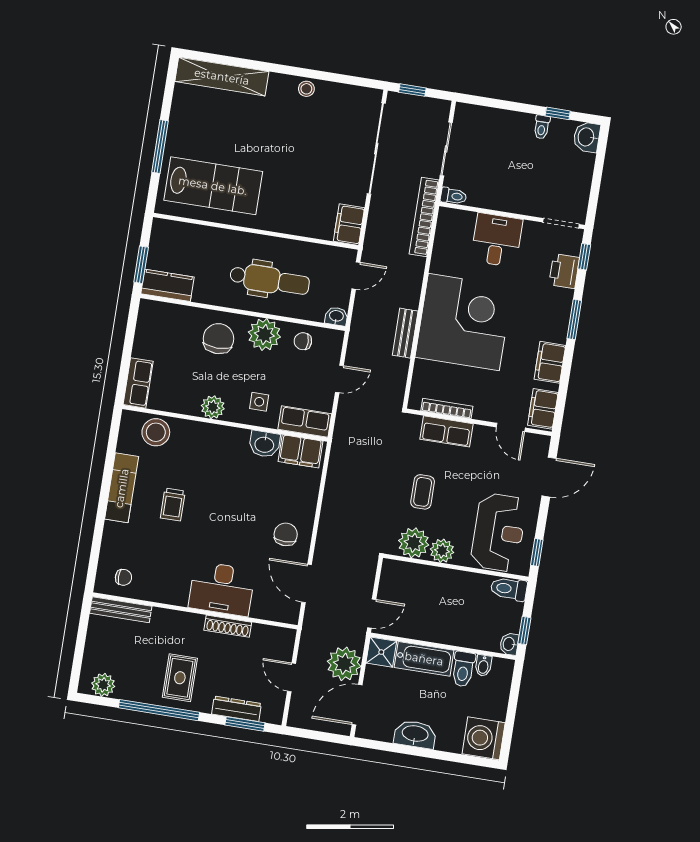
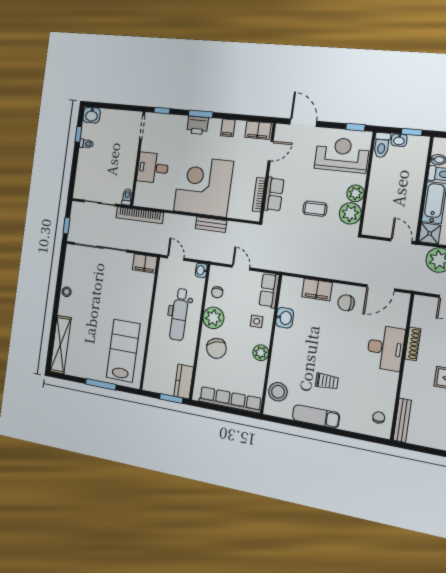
printer: (564, 271) -> (198, 125), moved
dental chair: (270, 280) -> (179, 314), turned 180
chair: (218, 339) -> (216, 348), turned -107
filing cabinet: (550, 362) -> (228, 128), width x0.50
row of seats: (138, 383) -> (230, 400), width x2.02
filing cabinet: (300, 451) -> (317, 290), moved, turned 90
washbasin: (509, 644) -> (399, 140), moved

